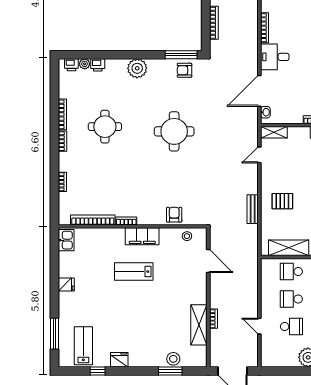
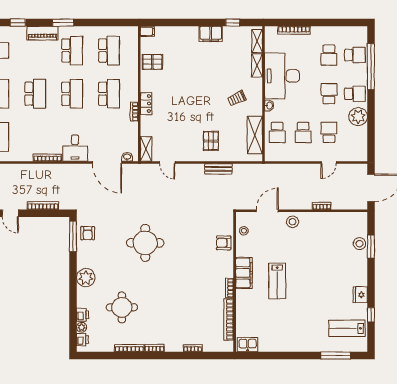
round table: (105, 127) -> (122, 307), moved
fridge: (66, 285) -> (289, 344), removed
stool: (197, 288) -> (293, 222), added
shelving: (199, 325) -> (327, 220), removed

